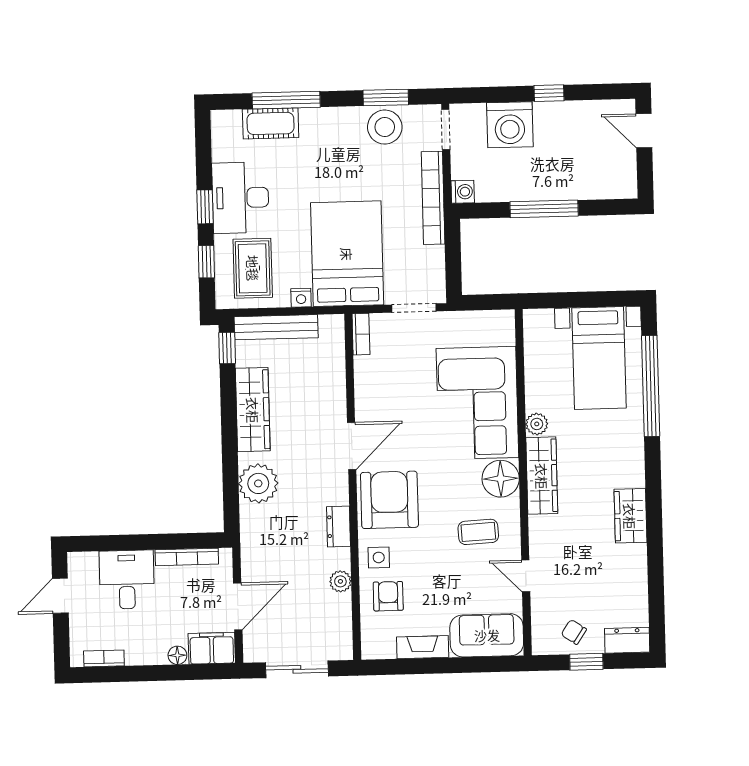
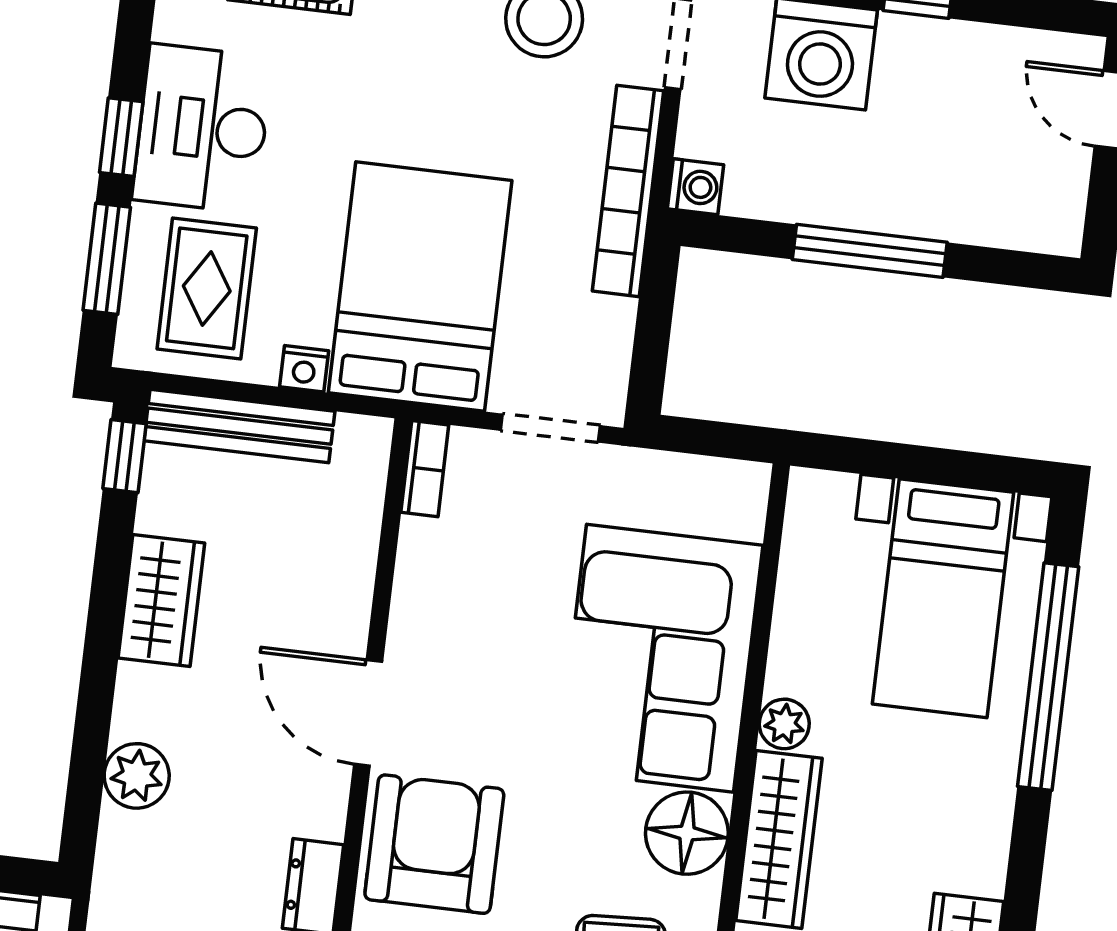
window: (206, 262) -> (107, 259), width x1.50
wardrobe: (253, 410) -> (161, 600), width x0.67
door: (352, 446) -> (368, 713), swing flipped
plant: (258, 483) -> (137, 776), width x0.73, depth x0.73

